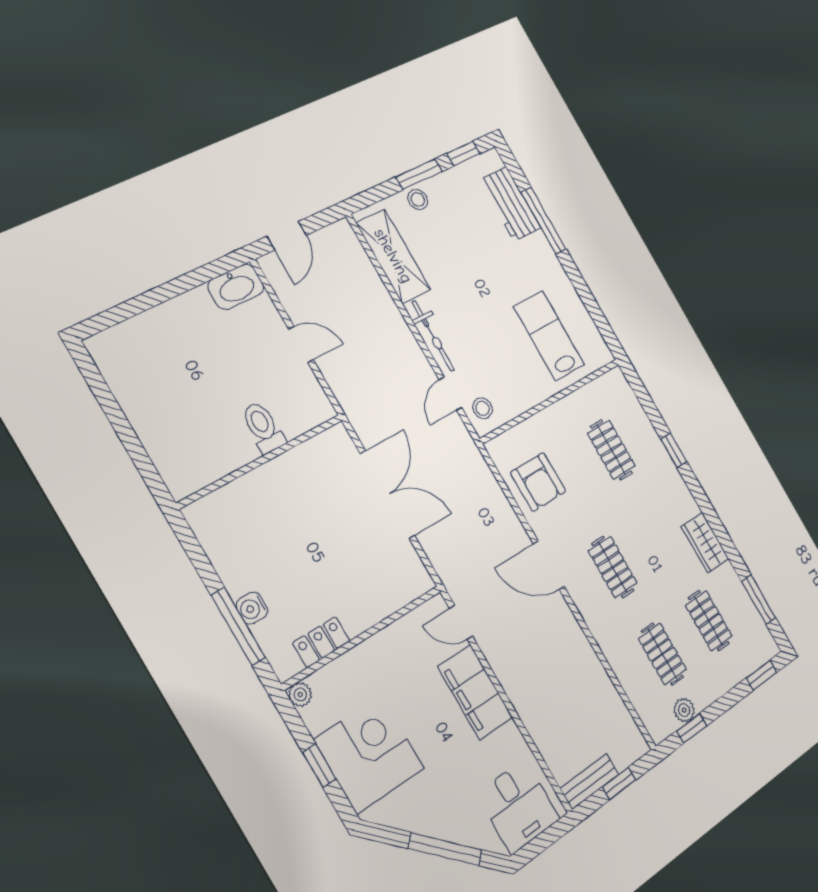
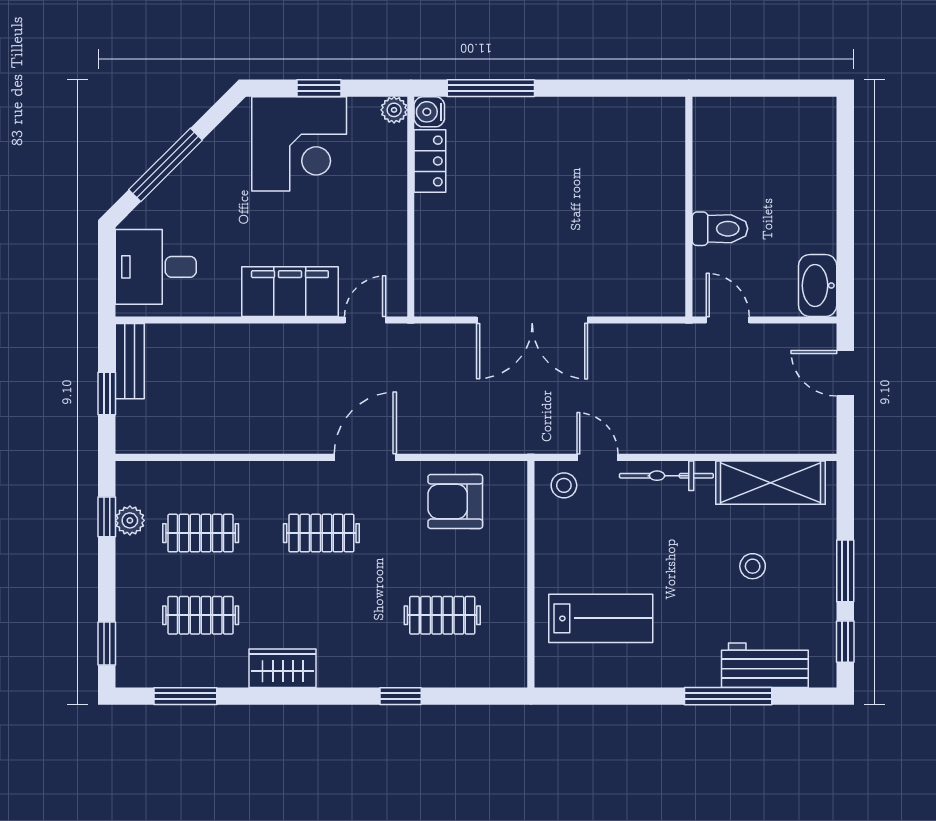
stool: (418, 199) -> (753, 566), moved
door: (301, 344) -> (728, 320), swing flipped
toilet: (263, 427) -> (720, 229), moved
wall: (261, 461) -> (689, 207), moved
water cooler: (252, 608) -> (429, 112), moved, turned -90

